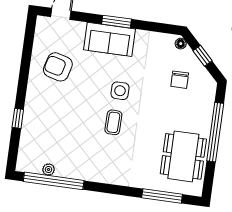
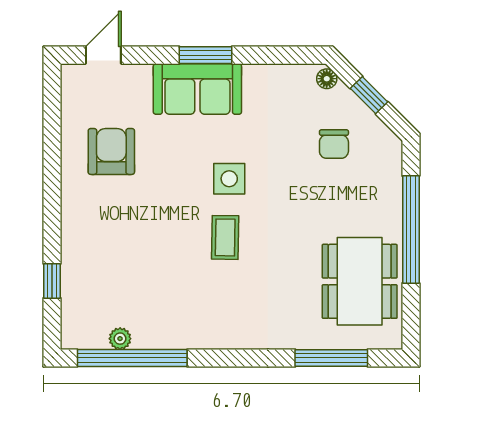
armchair: (58, 67) -> (111, 151), turned 75
window: (18, 118) -> (52, 281), moved

